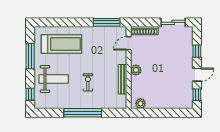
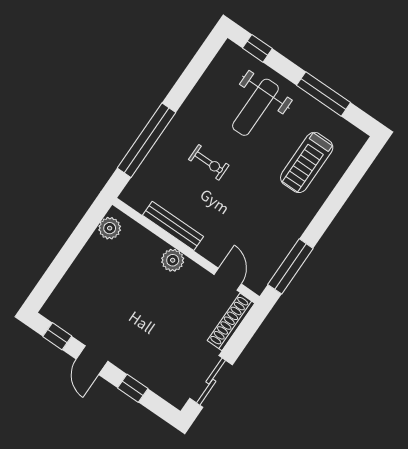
treadmill: (61, 44) -> (307, 162), width x0.73, depth x0.73
window: (83, 113) -> (146, 140), moved

